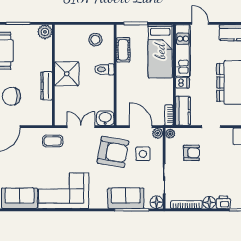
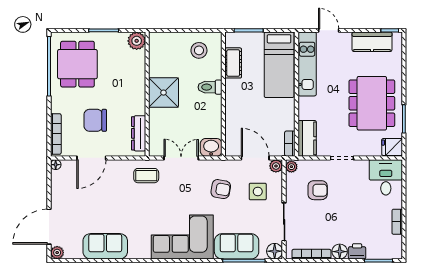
dishwasher: (182, 83) -> (306, 104), removed
dresser: (47, 86) -> (139, 133), moved
armchair: (113, 152) -> (221, 189), width x0.53, depth x0.53
corner sofa: (63, 191) -> (182, 237), moved

